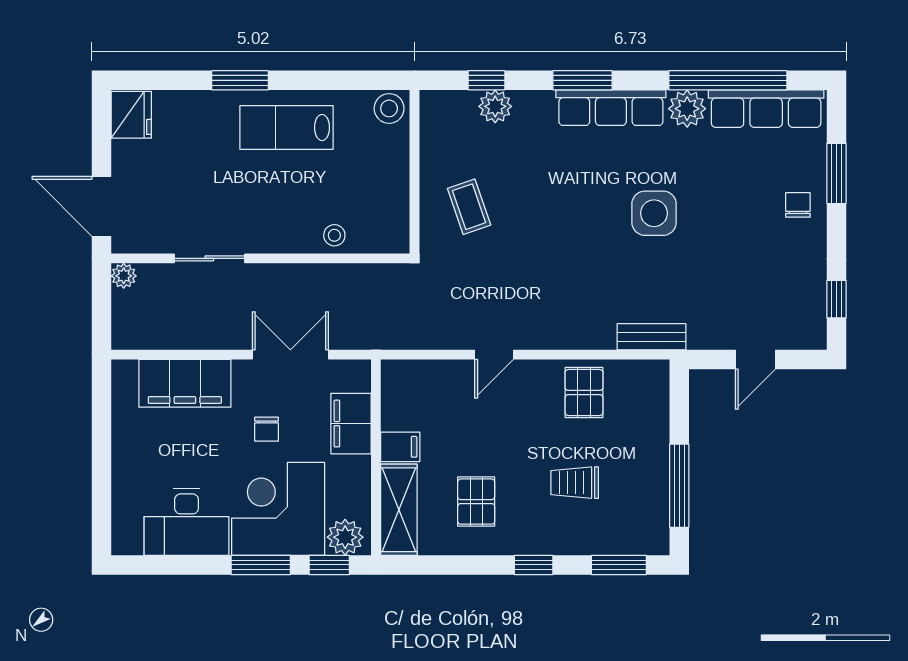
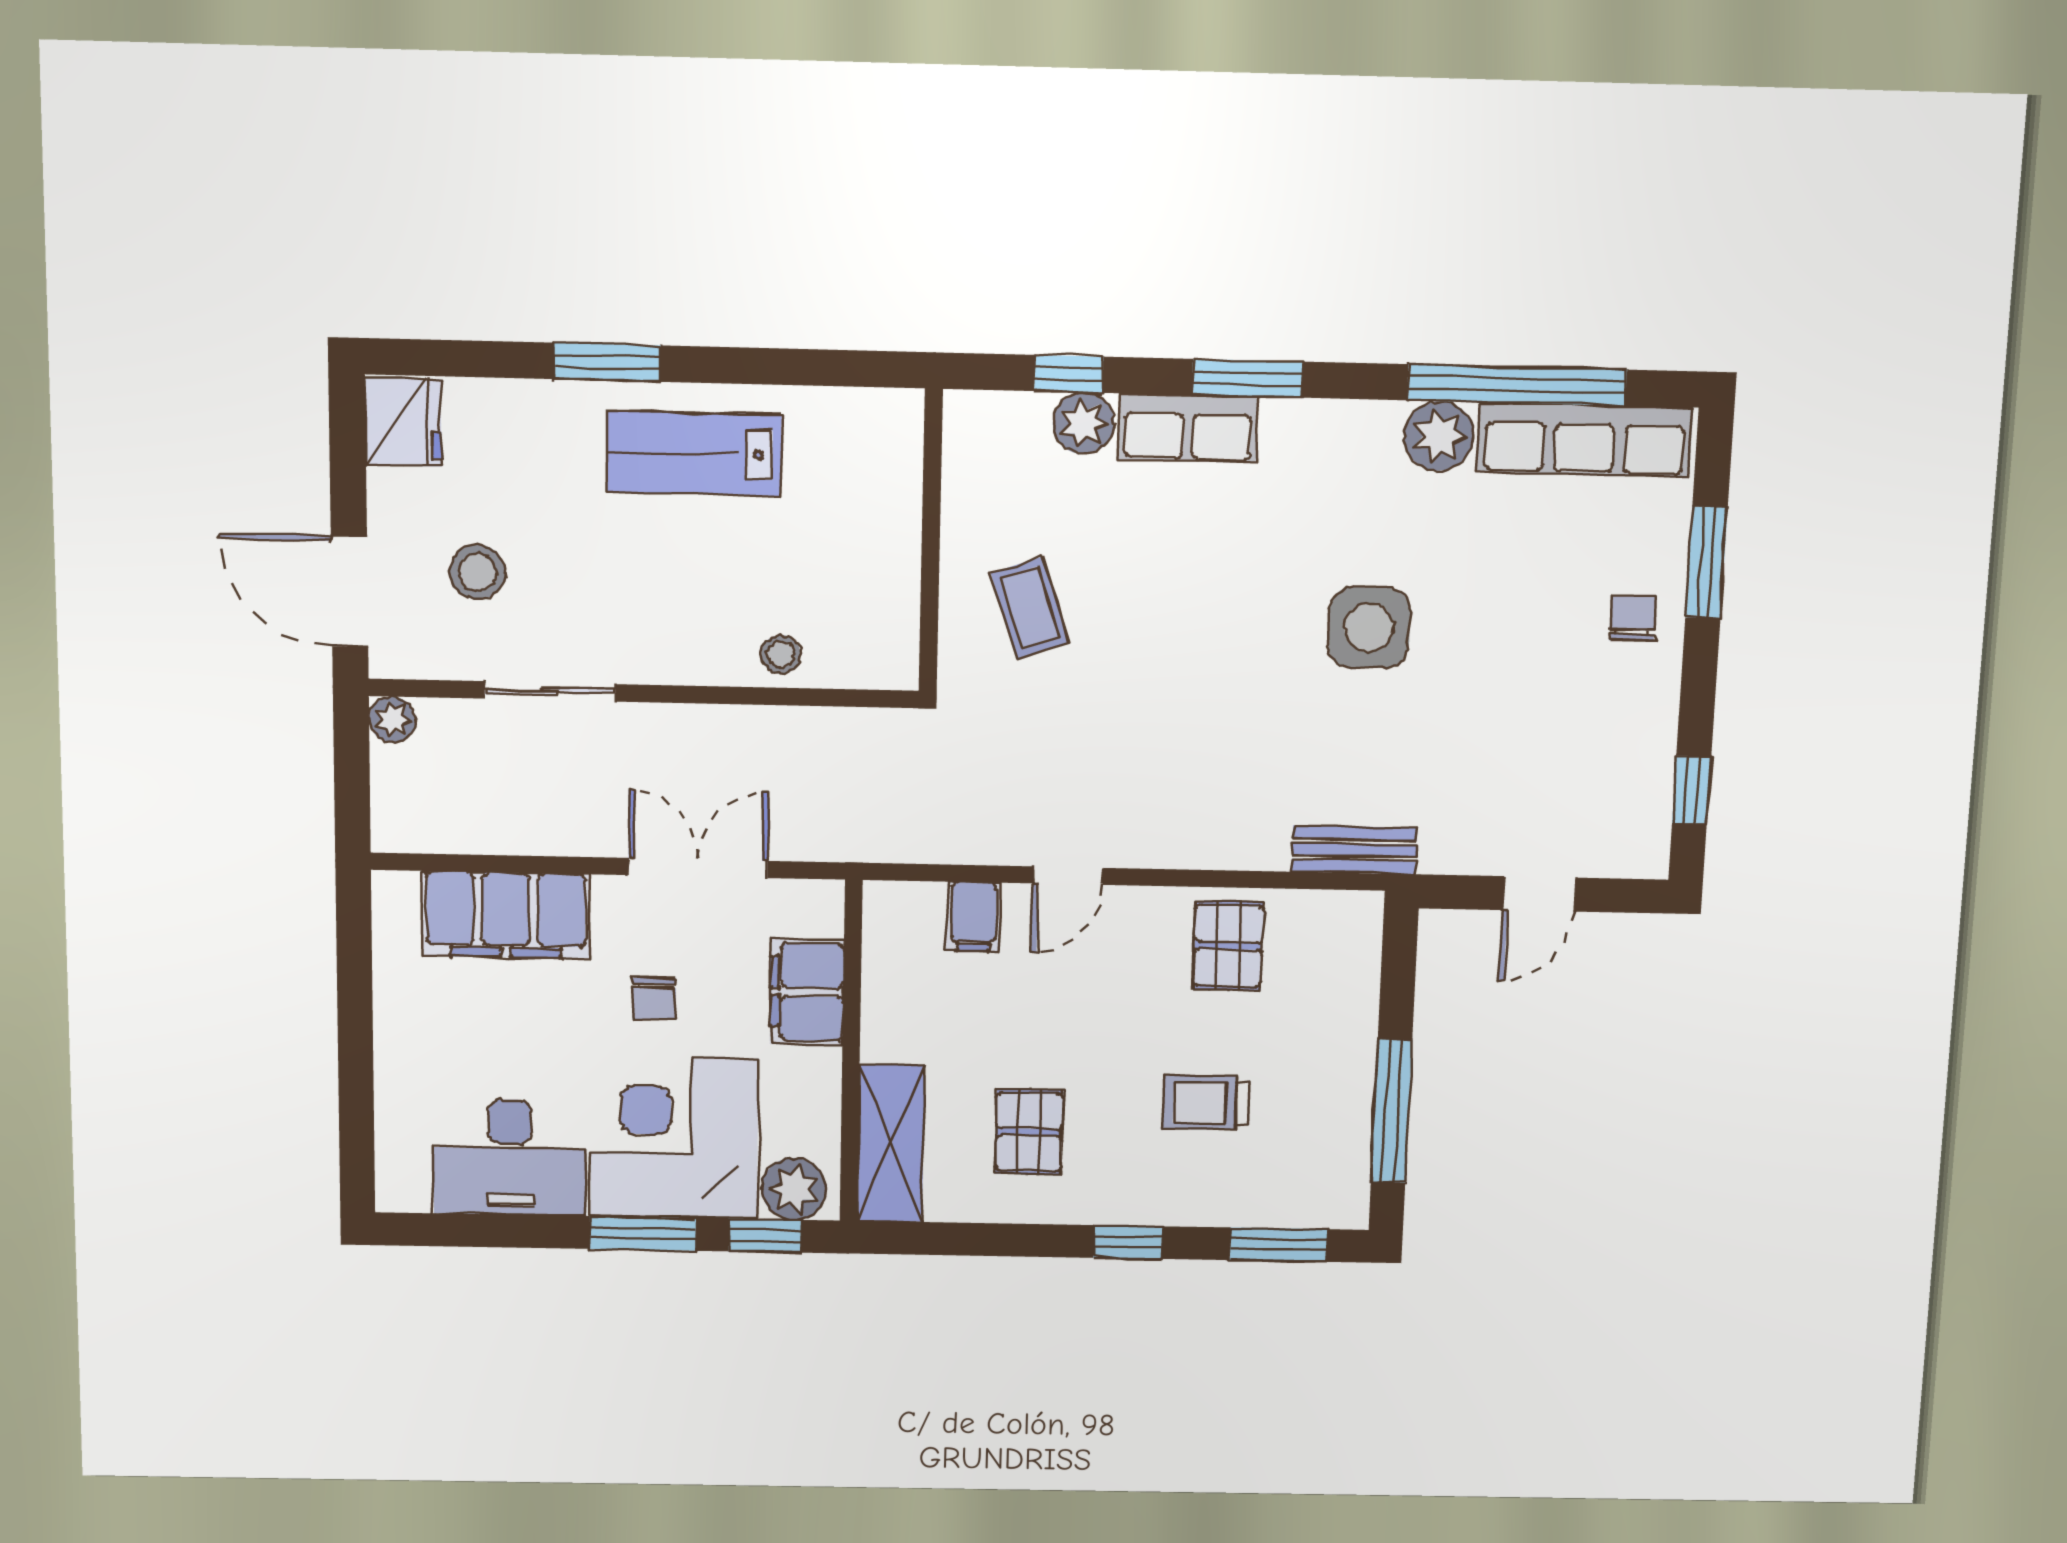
stool: (389, 108) -> (478, 572), moved
row of seats: (611, 108) -> (1188, 428), moved, width x0.68
filing cabinet: (400, 447) -> (974, 917), moved, turned 90

